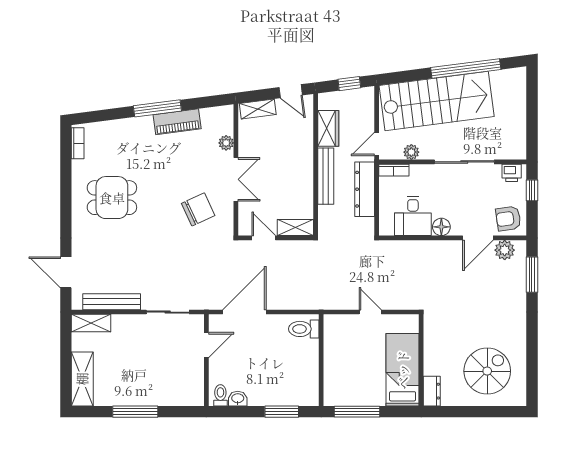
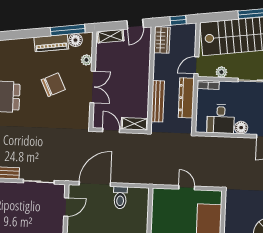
door: (291, 91) -> (135, 24), hinge flipped
window: (157, 108) -> (68, 30), moved
floor lamp: (210, 116) -> (75, 40), added
wardrobe: (328, 128) -> (162, 40), moved
bench: (326, 176) -> (158, 101), moved
chair: (198, 209) -> (53, 85), moved
toilet: (304, 329) -> (120, 198), moved, turned -90

